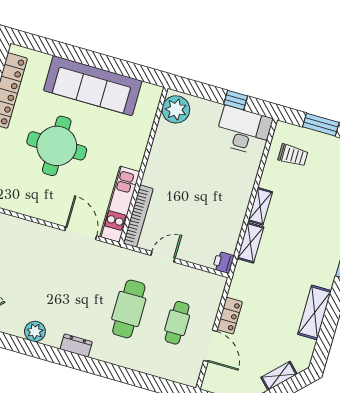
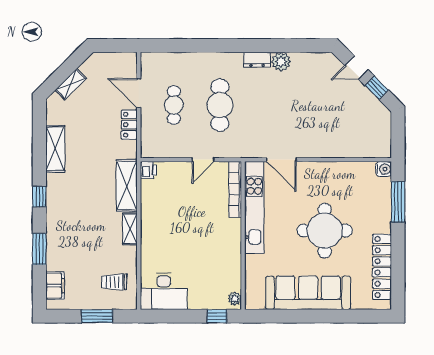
window: (236, 100) -> (217, 316), moved
plant: (176, 109) -> (235, 299), width x0.53, depth x0.53
kitchen unit: (120, 204) -> (254, 207), width x1.36
shelving: (251, 243) -> (127, 186), width x1.50, depth x1.33
plant: (35, 331) -> (281, 61), moved

